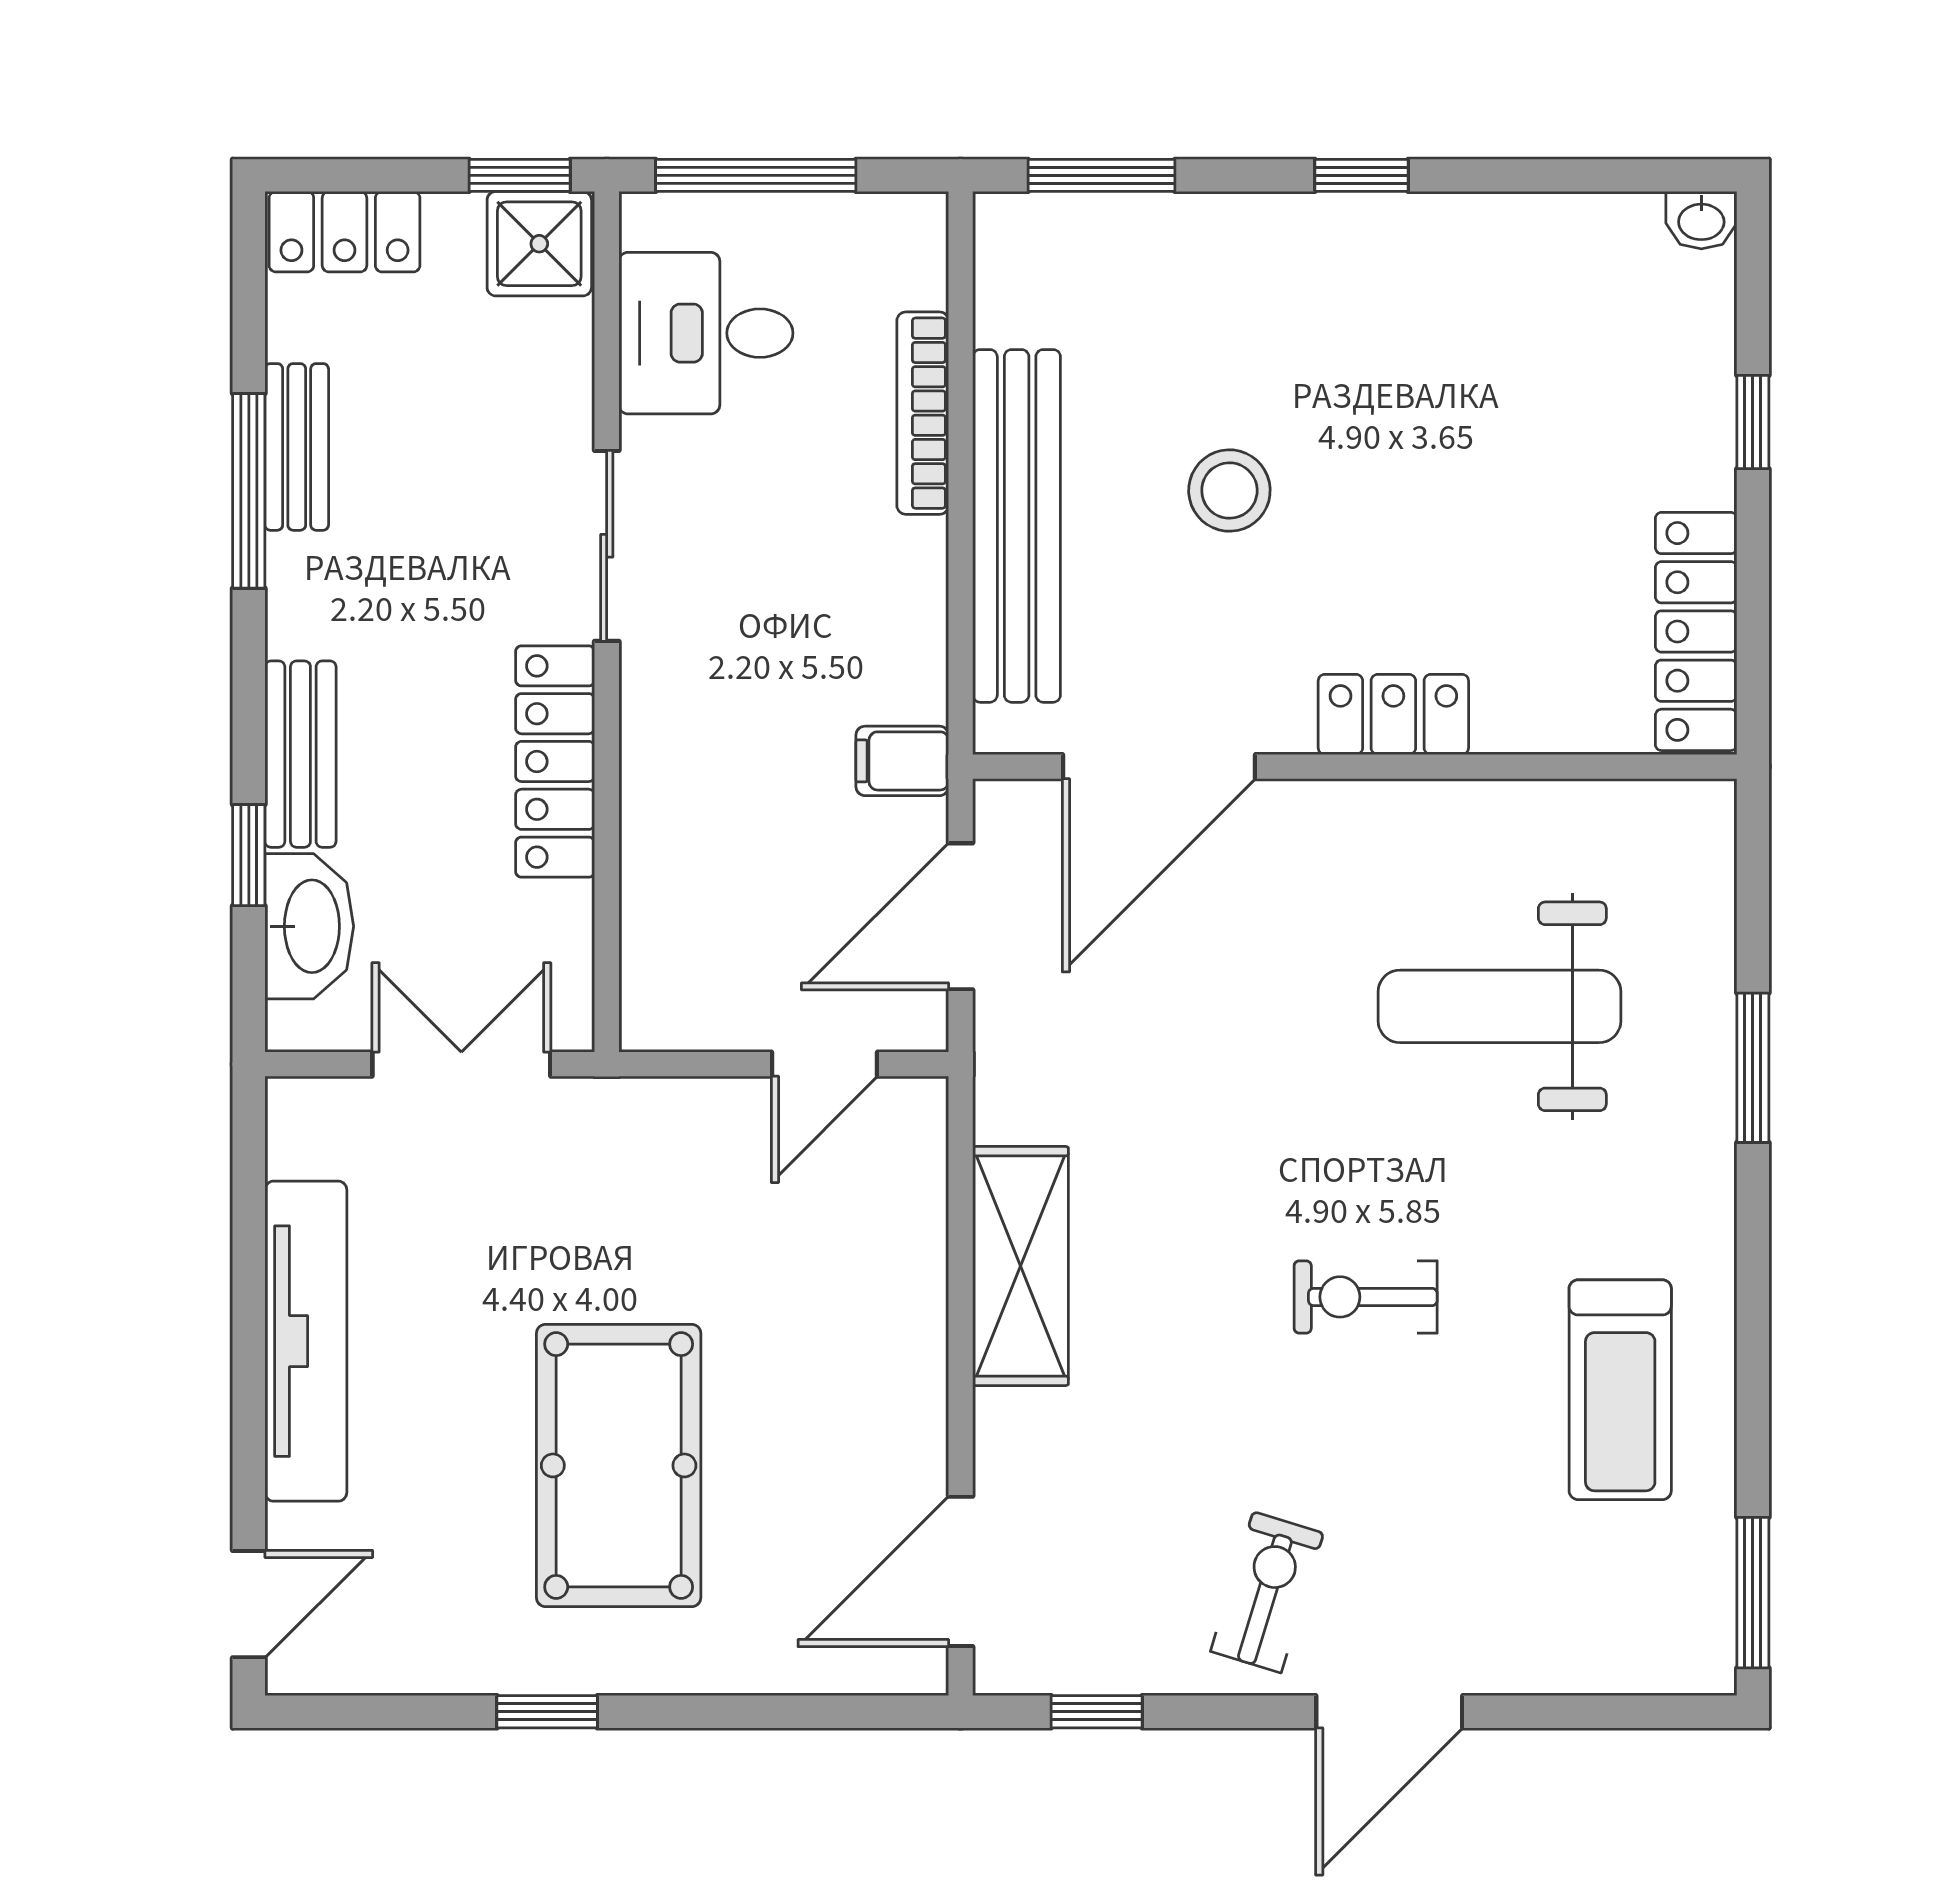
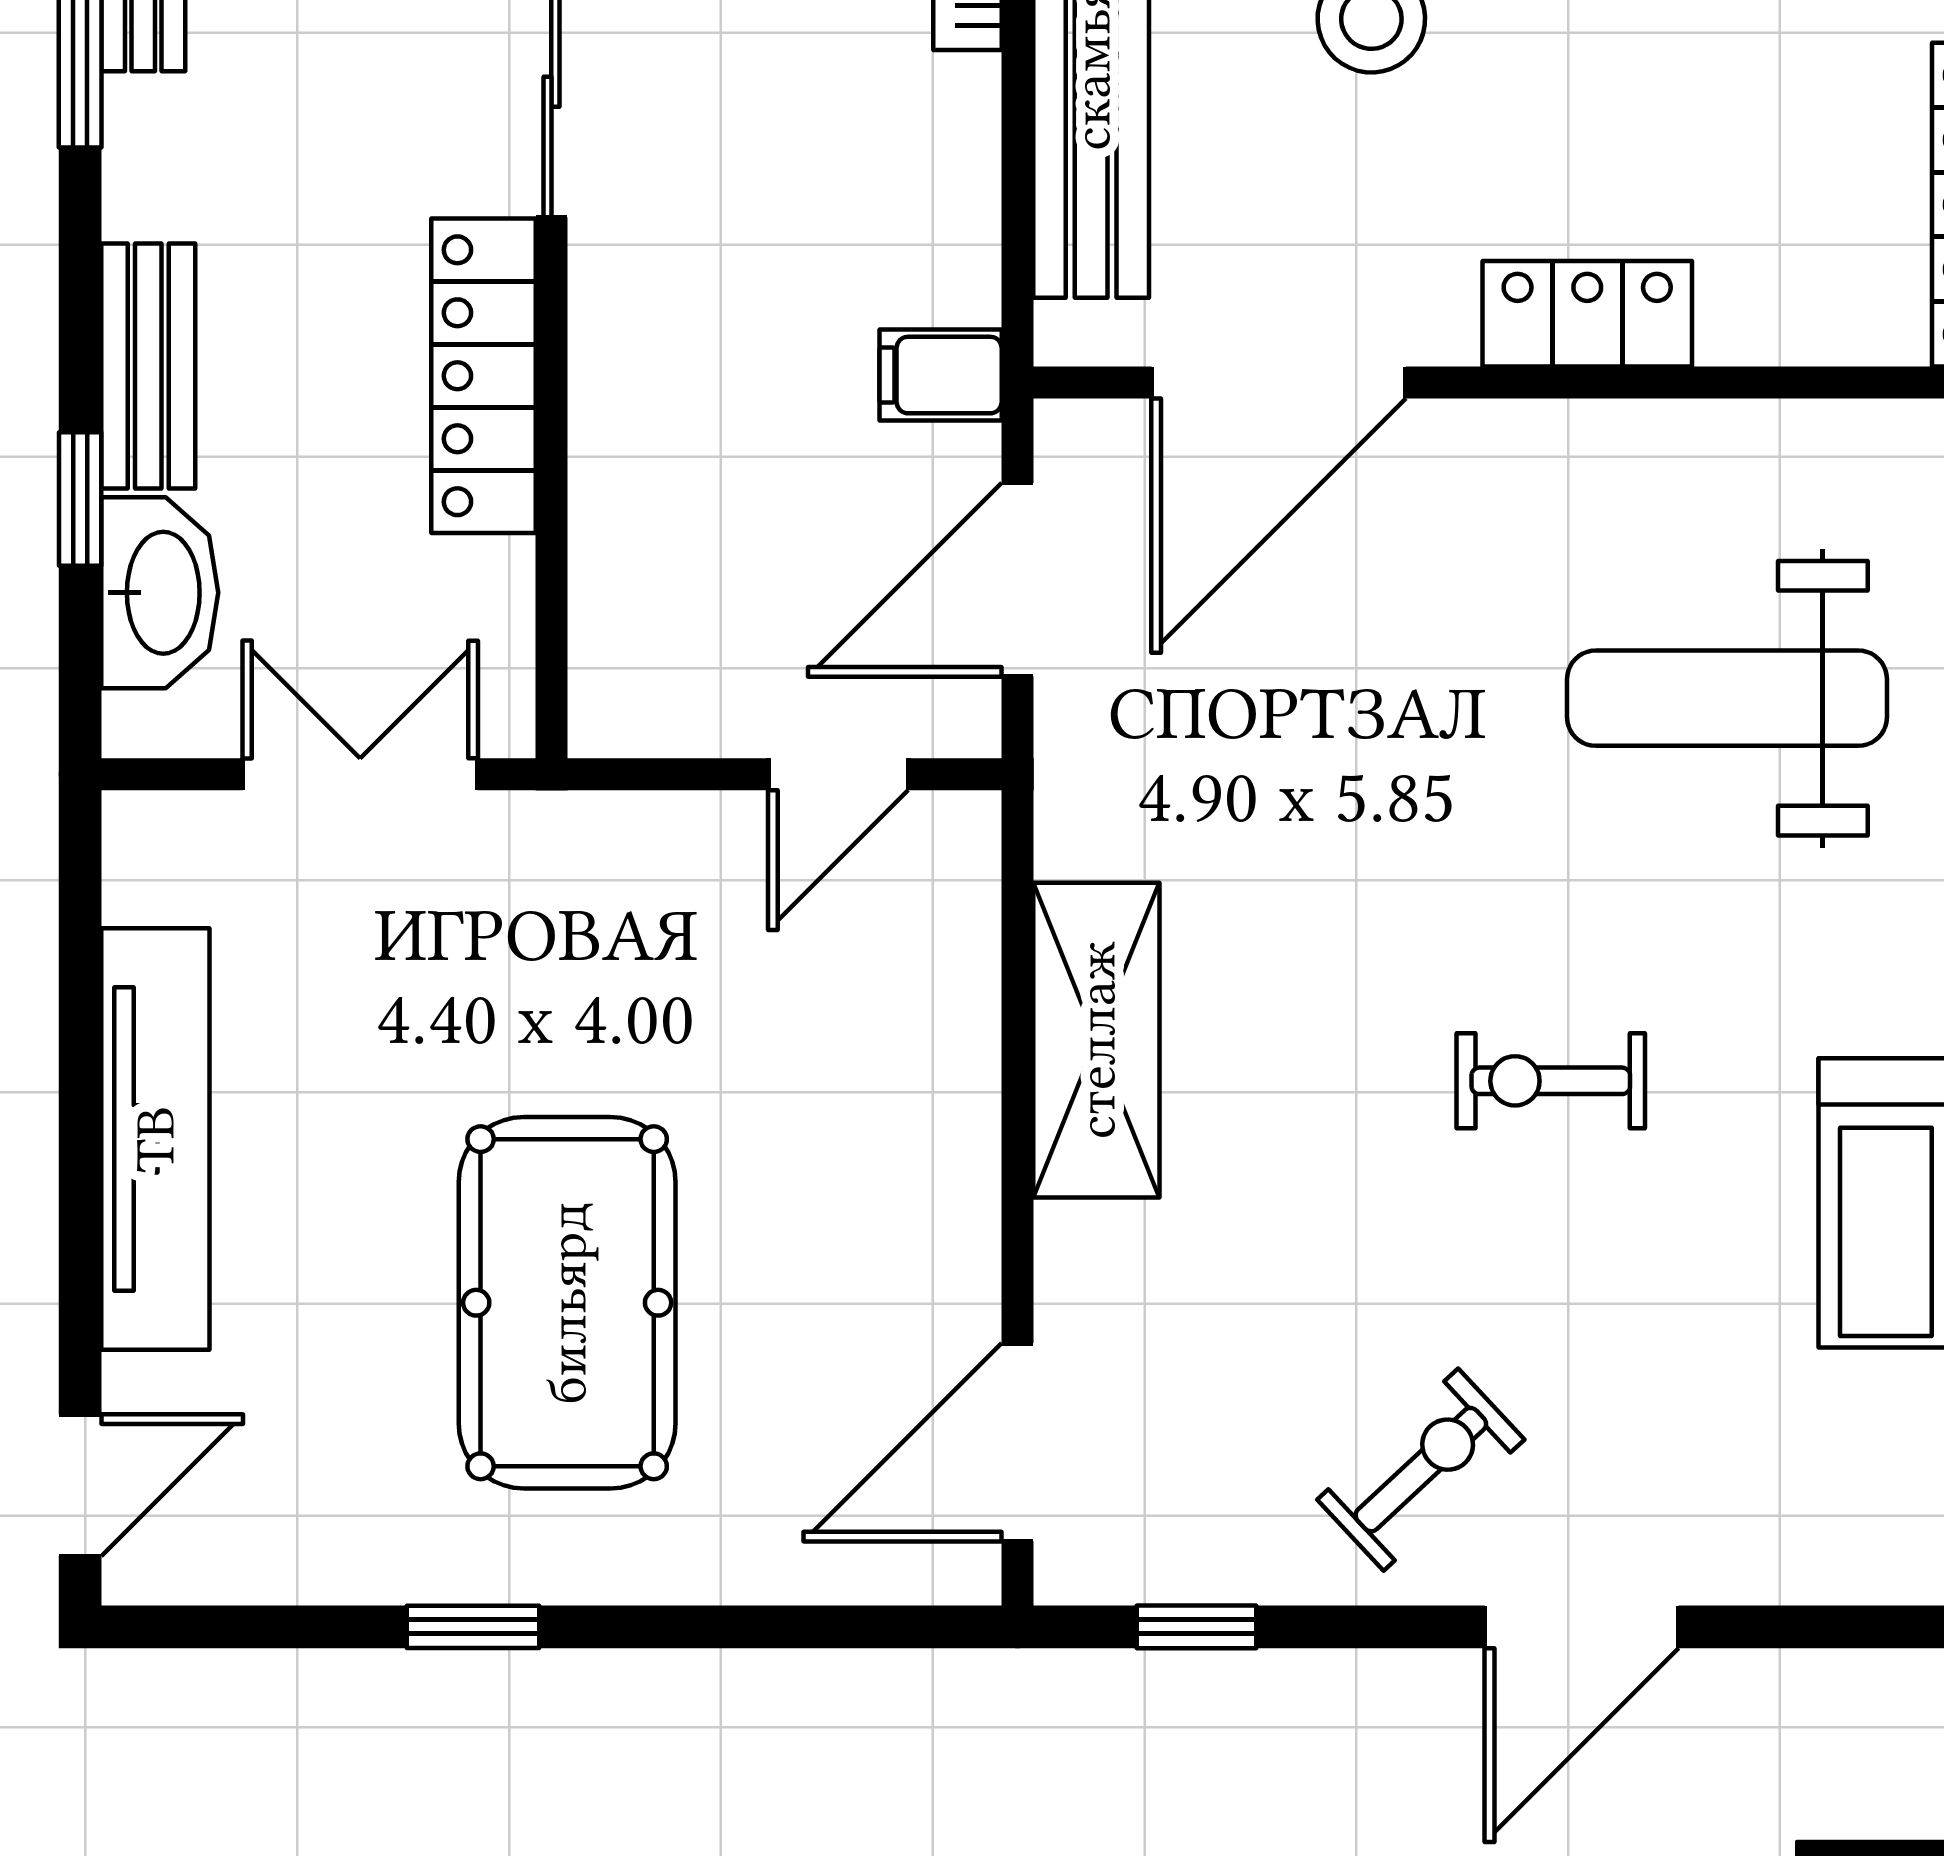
exercise bike: (1267, 1592) -> (1421, 1470), turned 30

